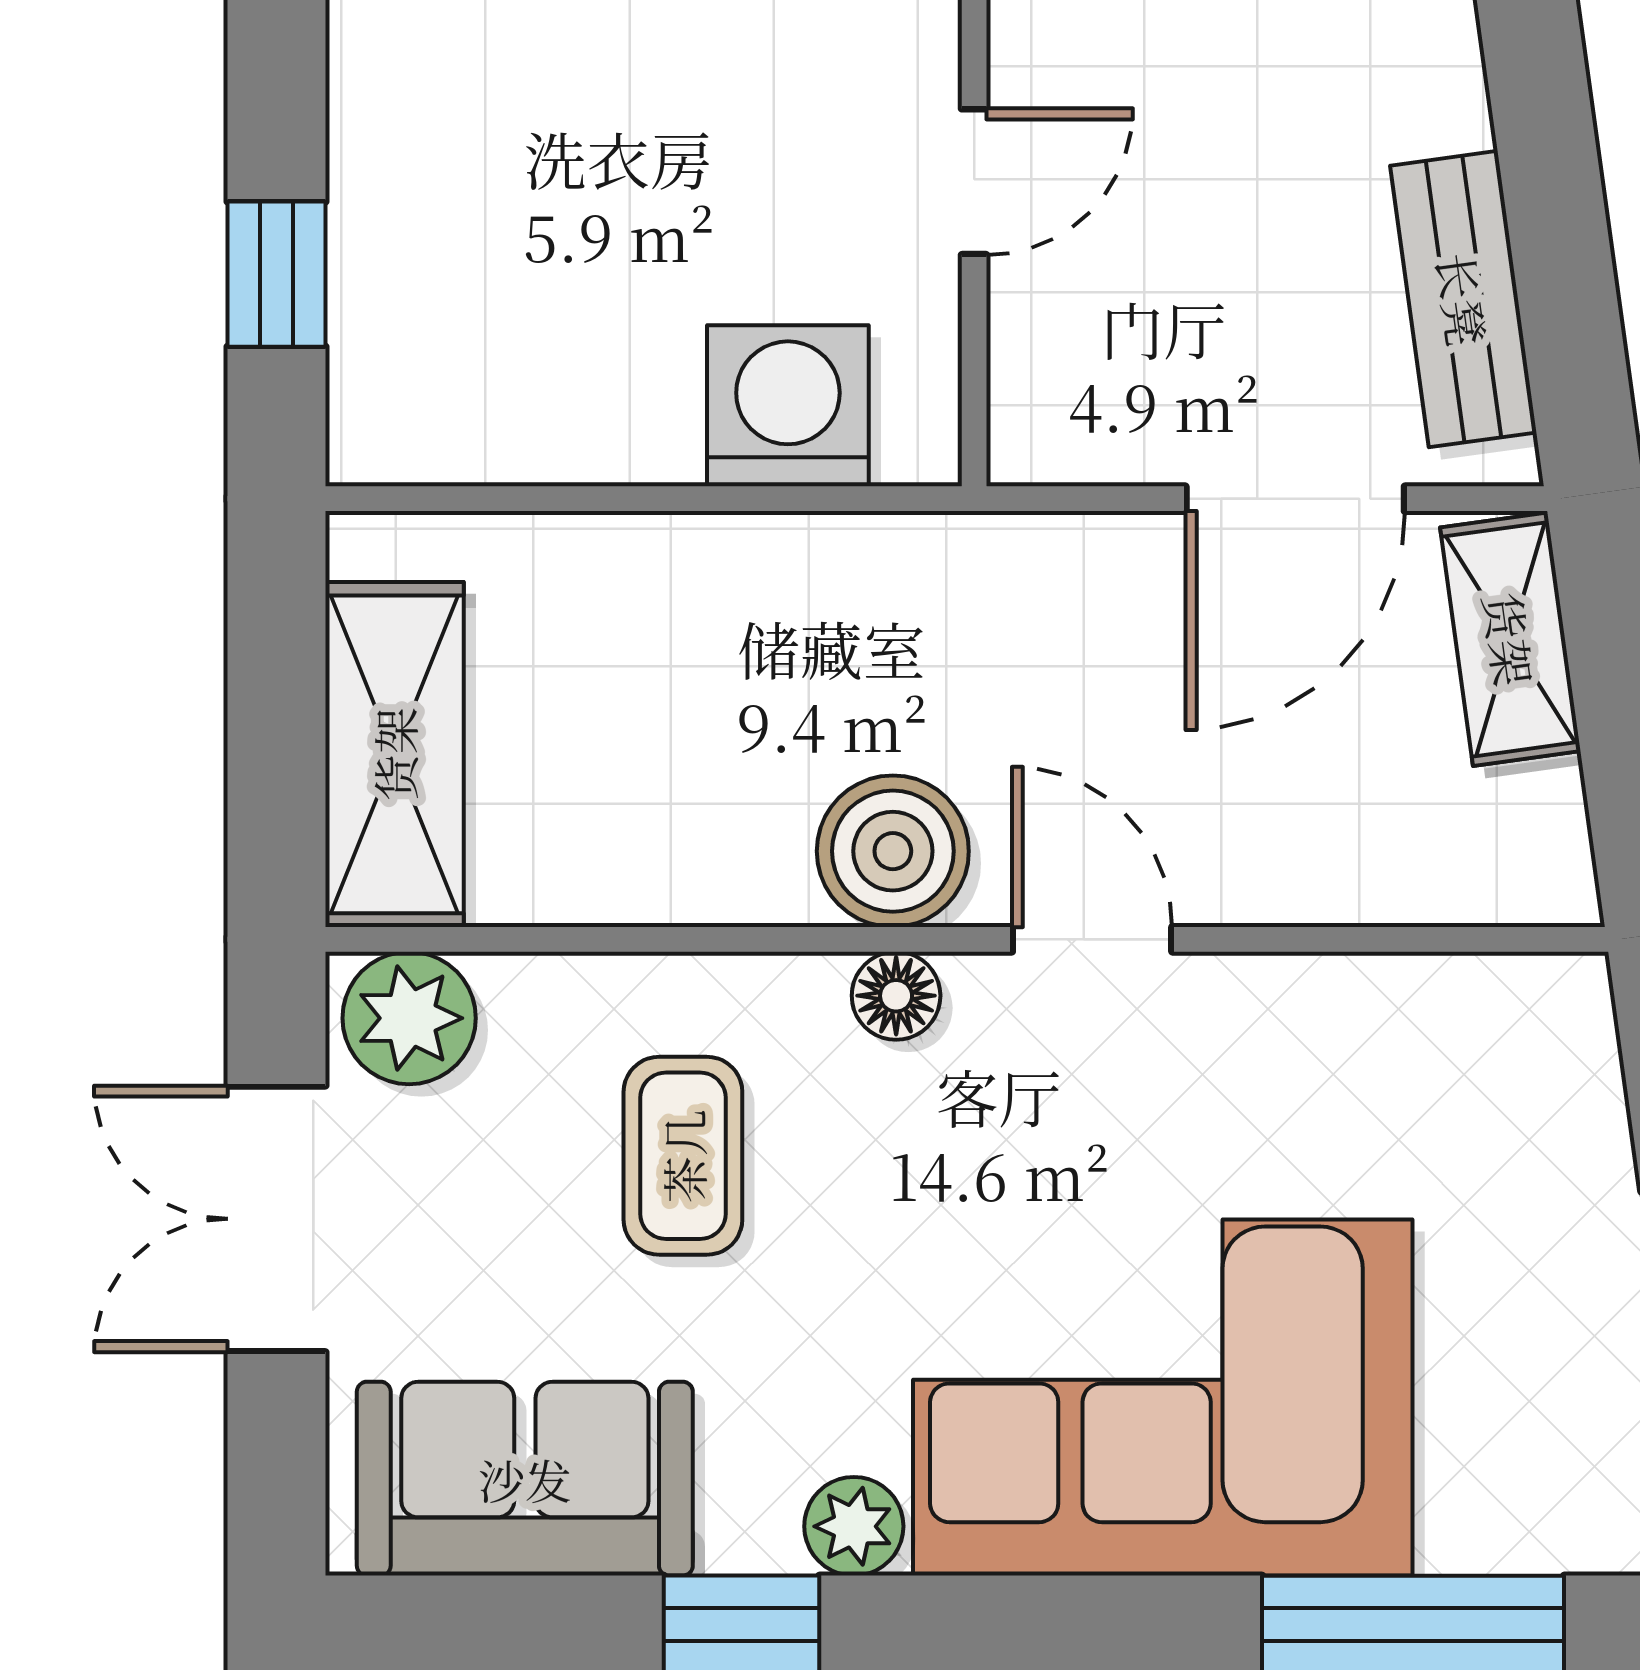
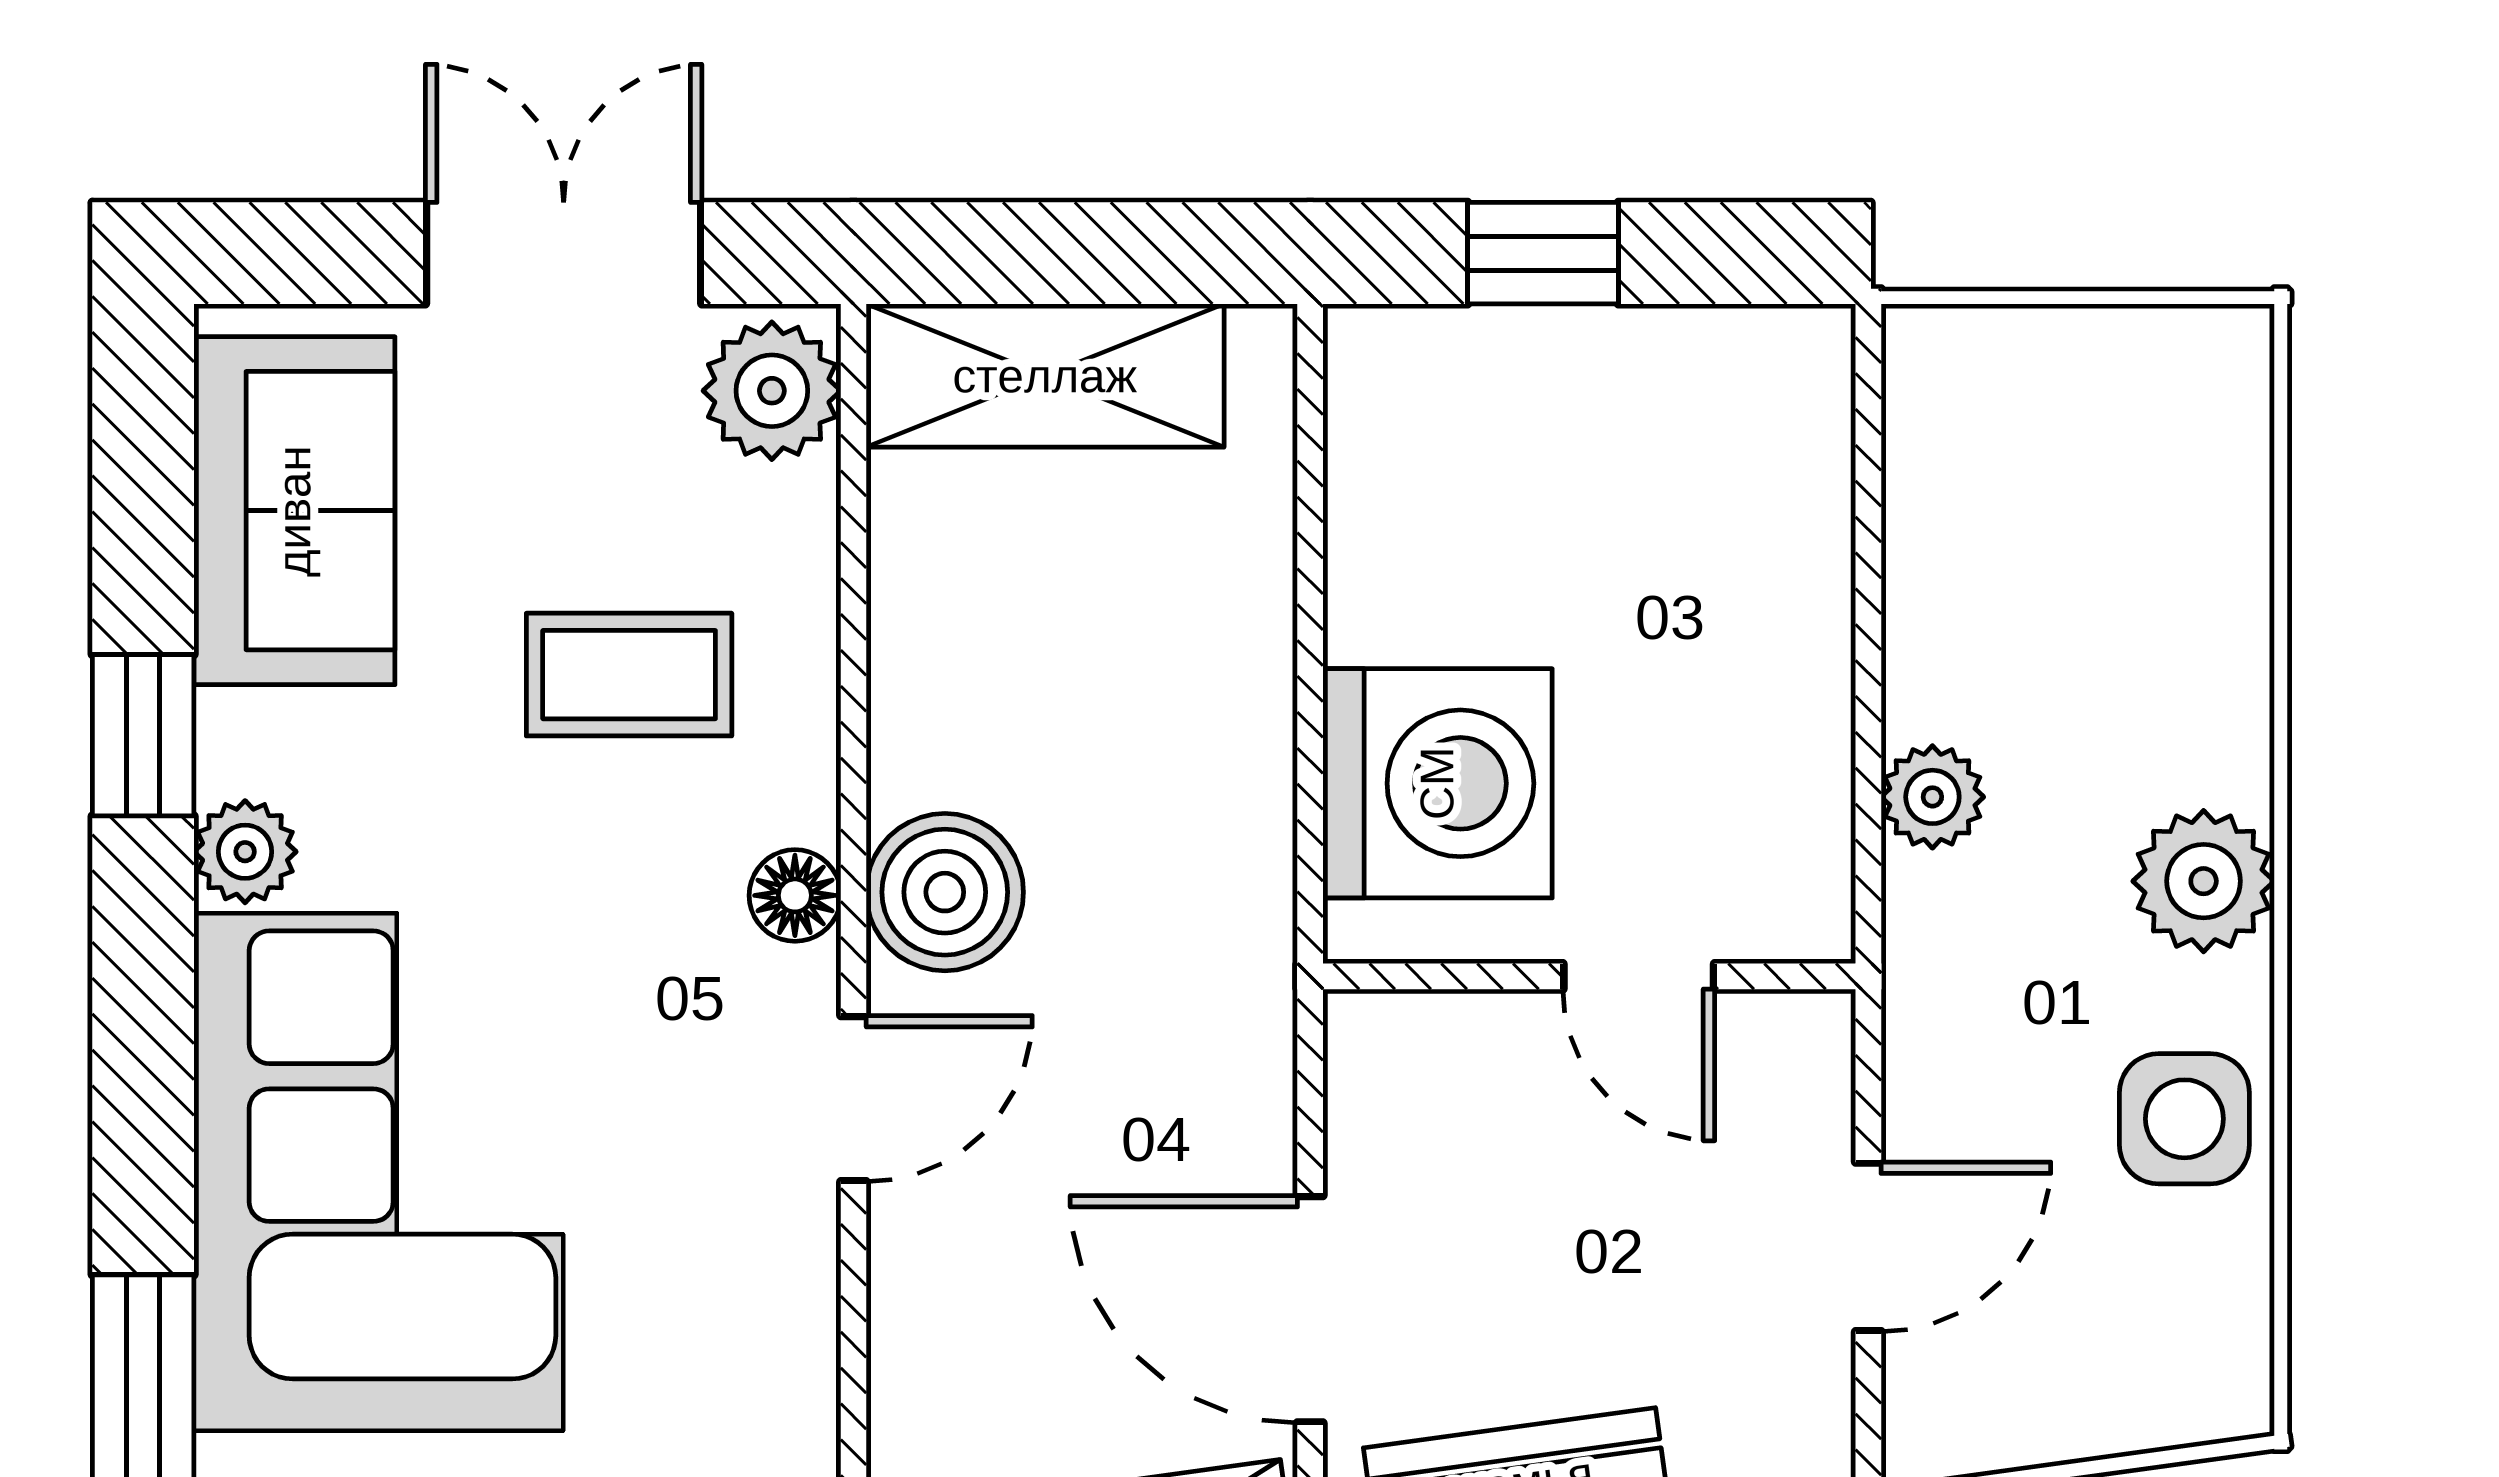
washing machine: (788, 406) -> (1437, 783), width x1.37, depth x1.37

